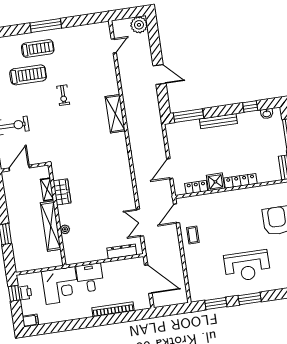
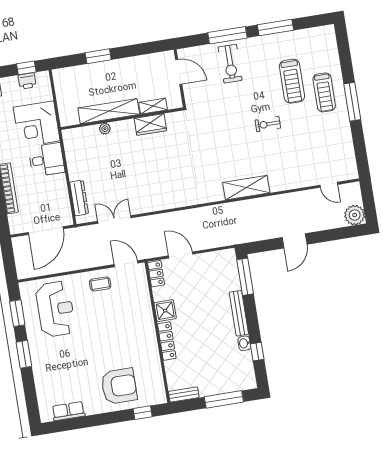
washbasin: (267, 114) -> (244, 343), moved
locker: (196, 187) -> (156, 274), moved
reception desk: (247, 266) -> (56, 309), moved, turned 180

